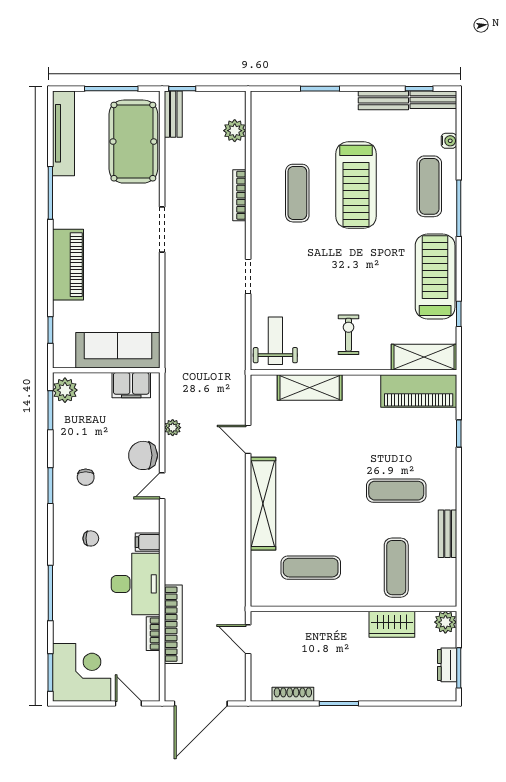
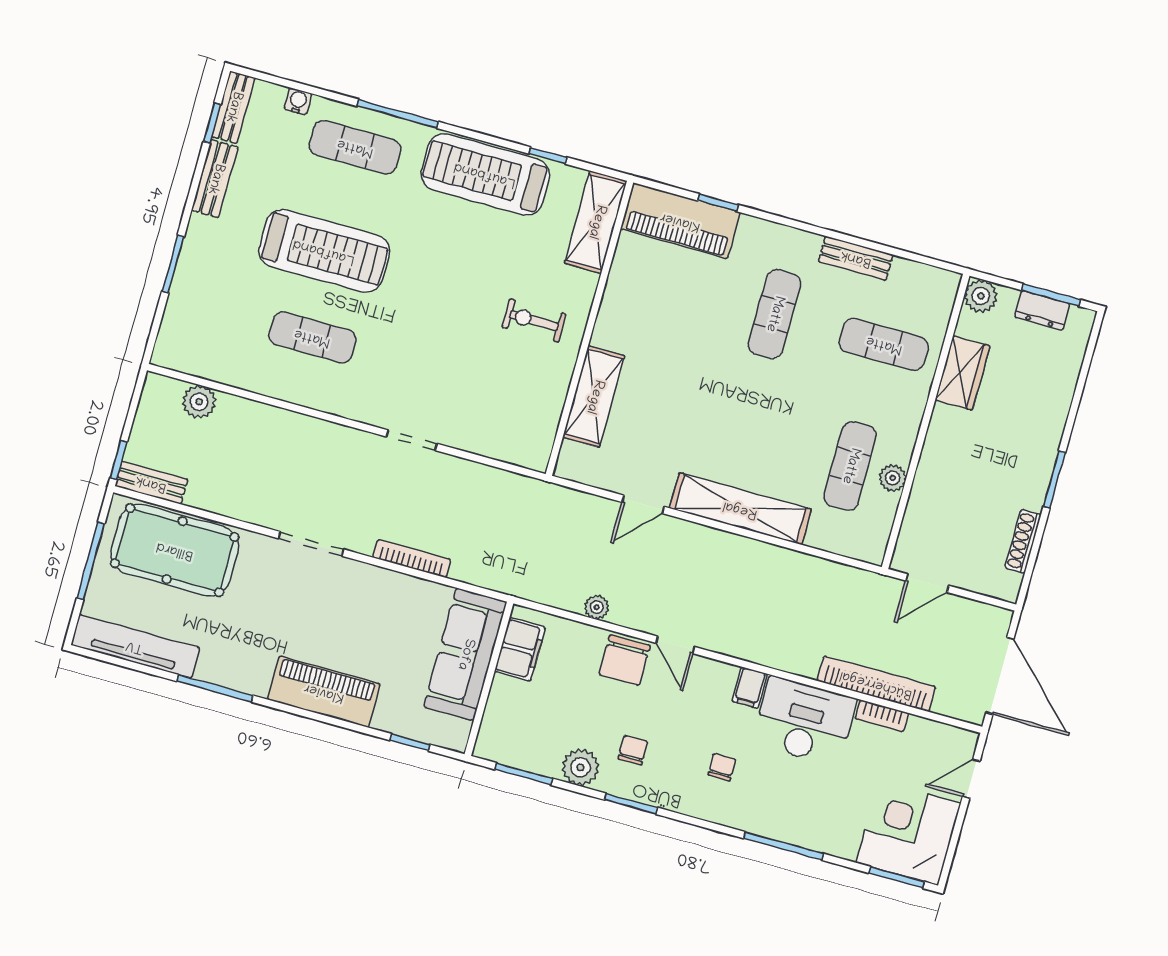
bookcase: (239, 195) -> (412, 559), moved, turned 180
weight bench: (275, 341) -> (514, 427), removed
plant: (65, 390) -> (580, 767), moved
piano: (419, 391) -> (680, 221), moved, turned 90
chair: (86, 477) -> (633, 750), turned -90
plant: (311, 598) -> (893, 478), added

